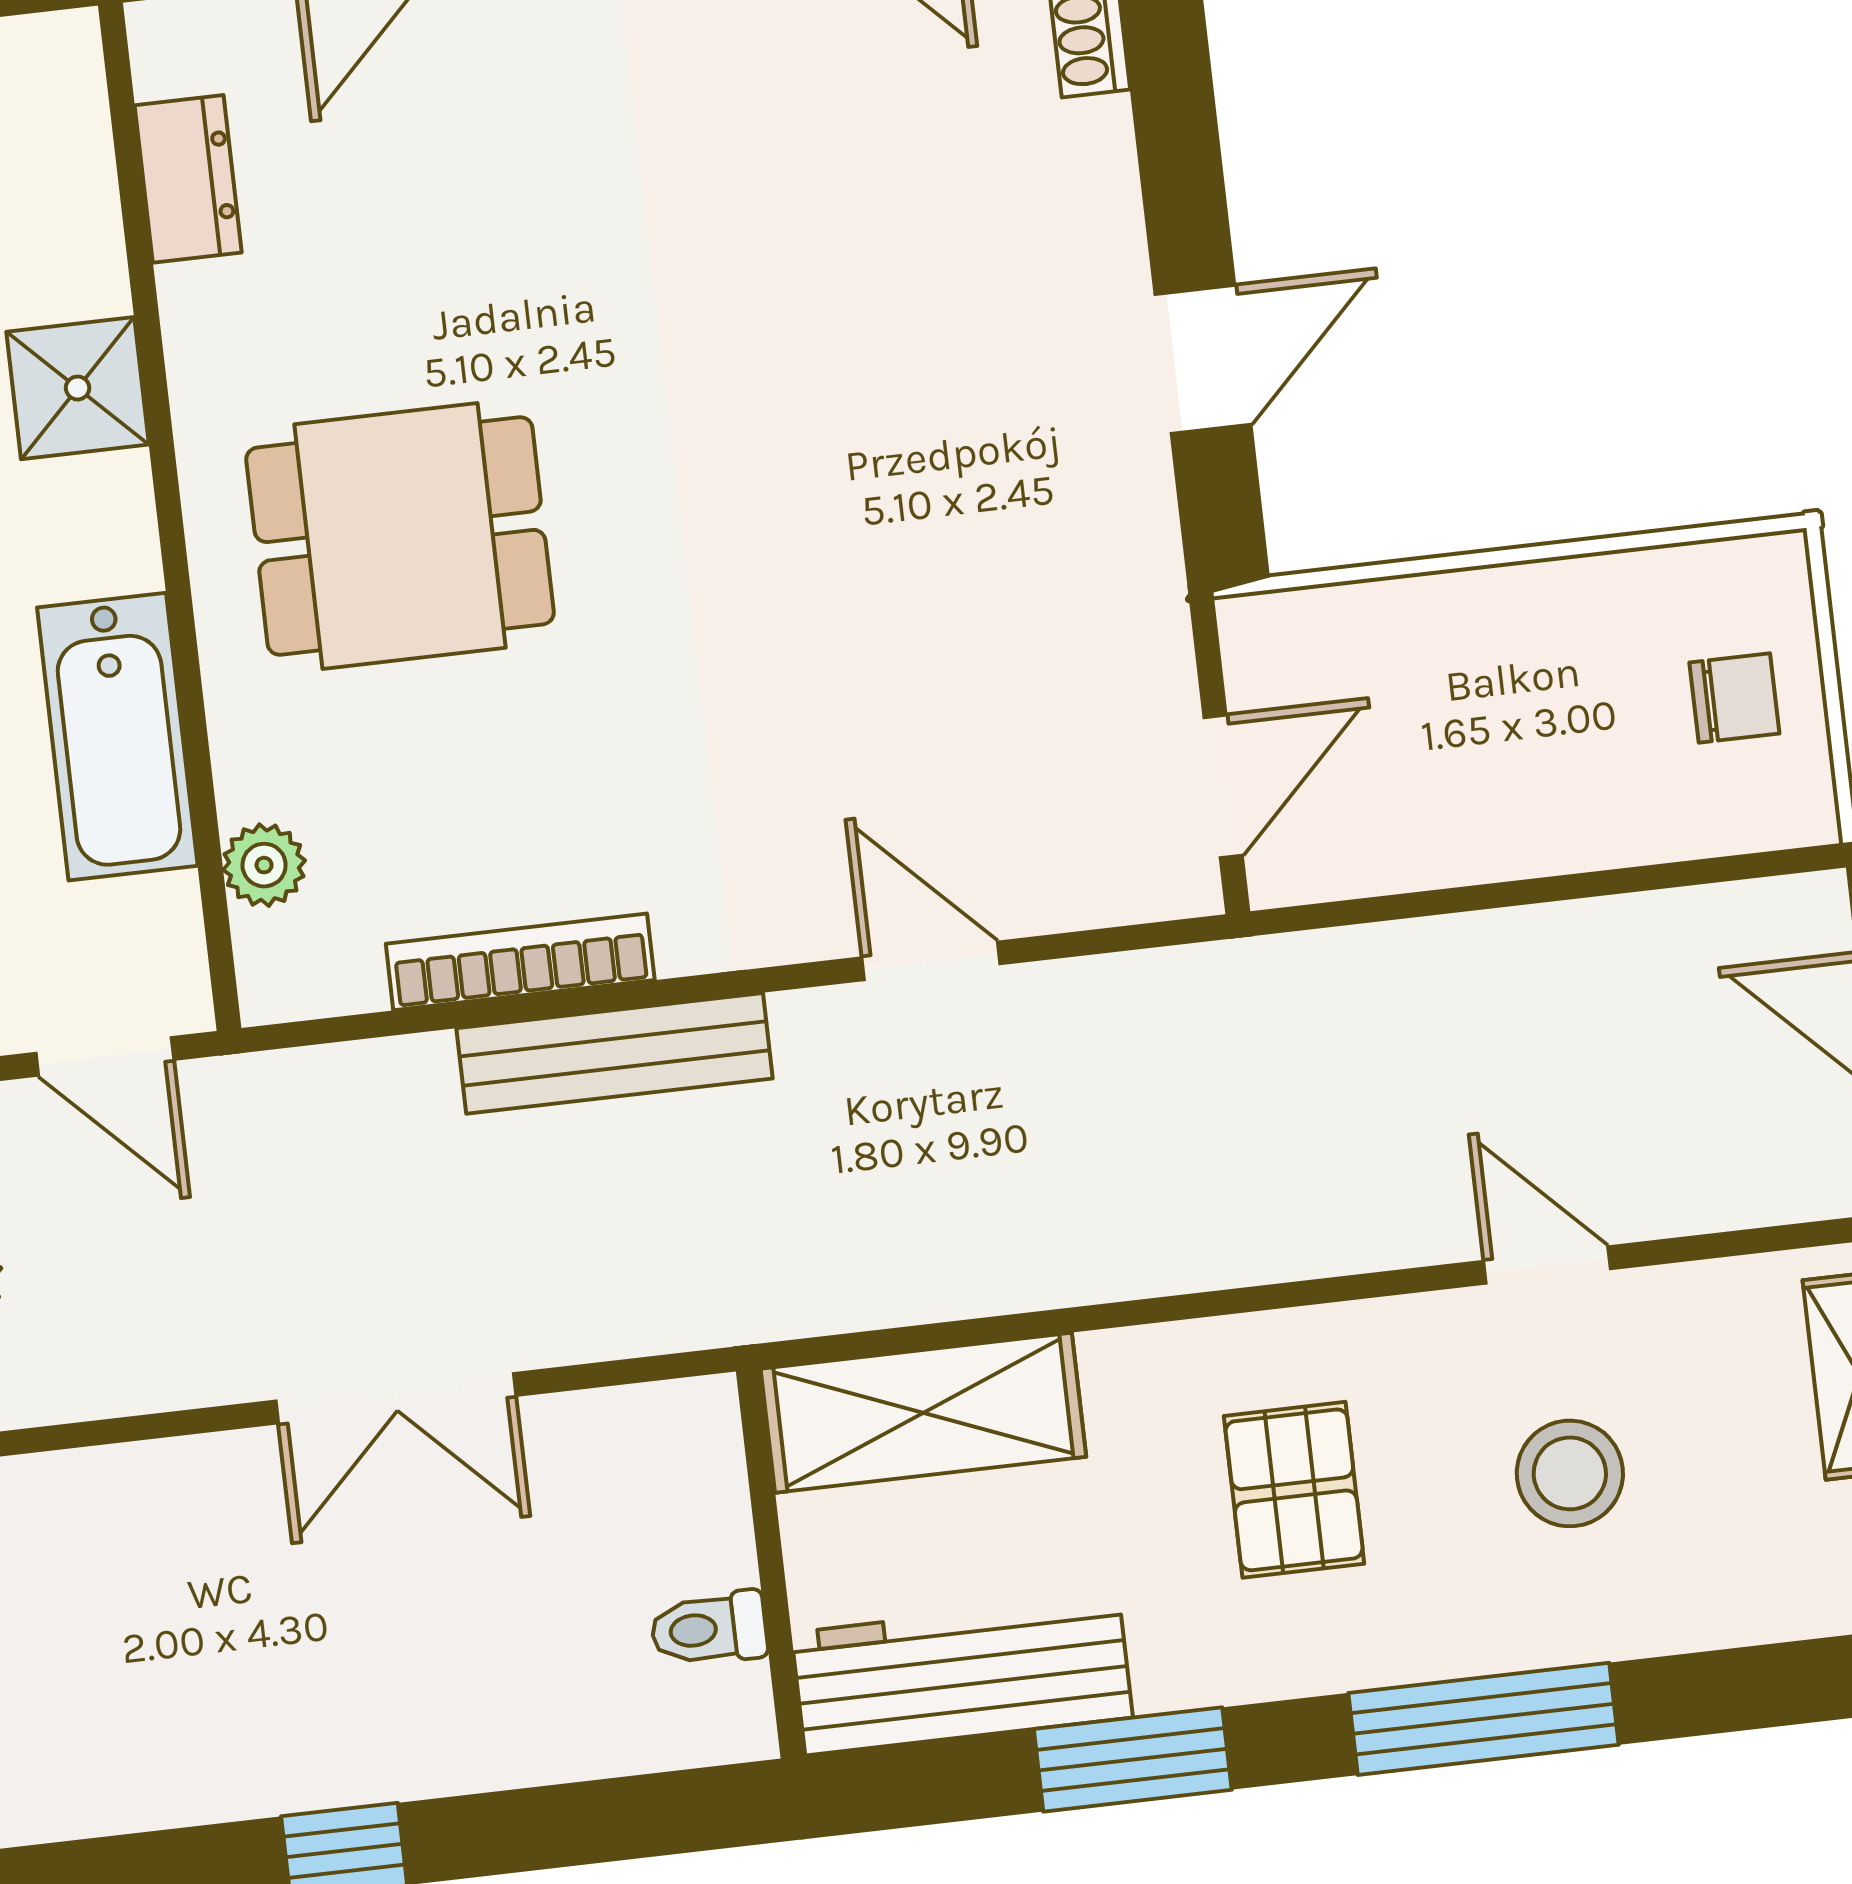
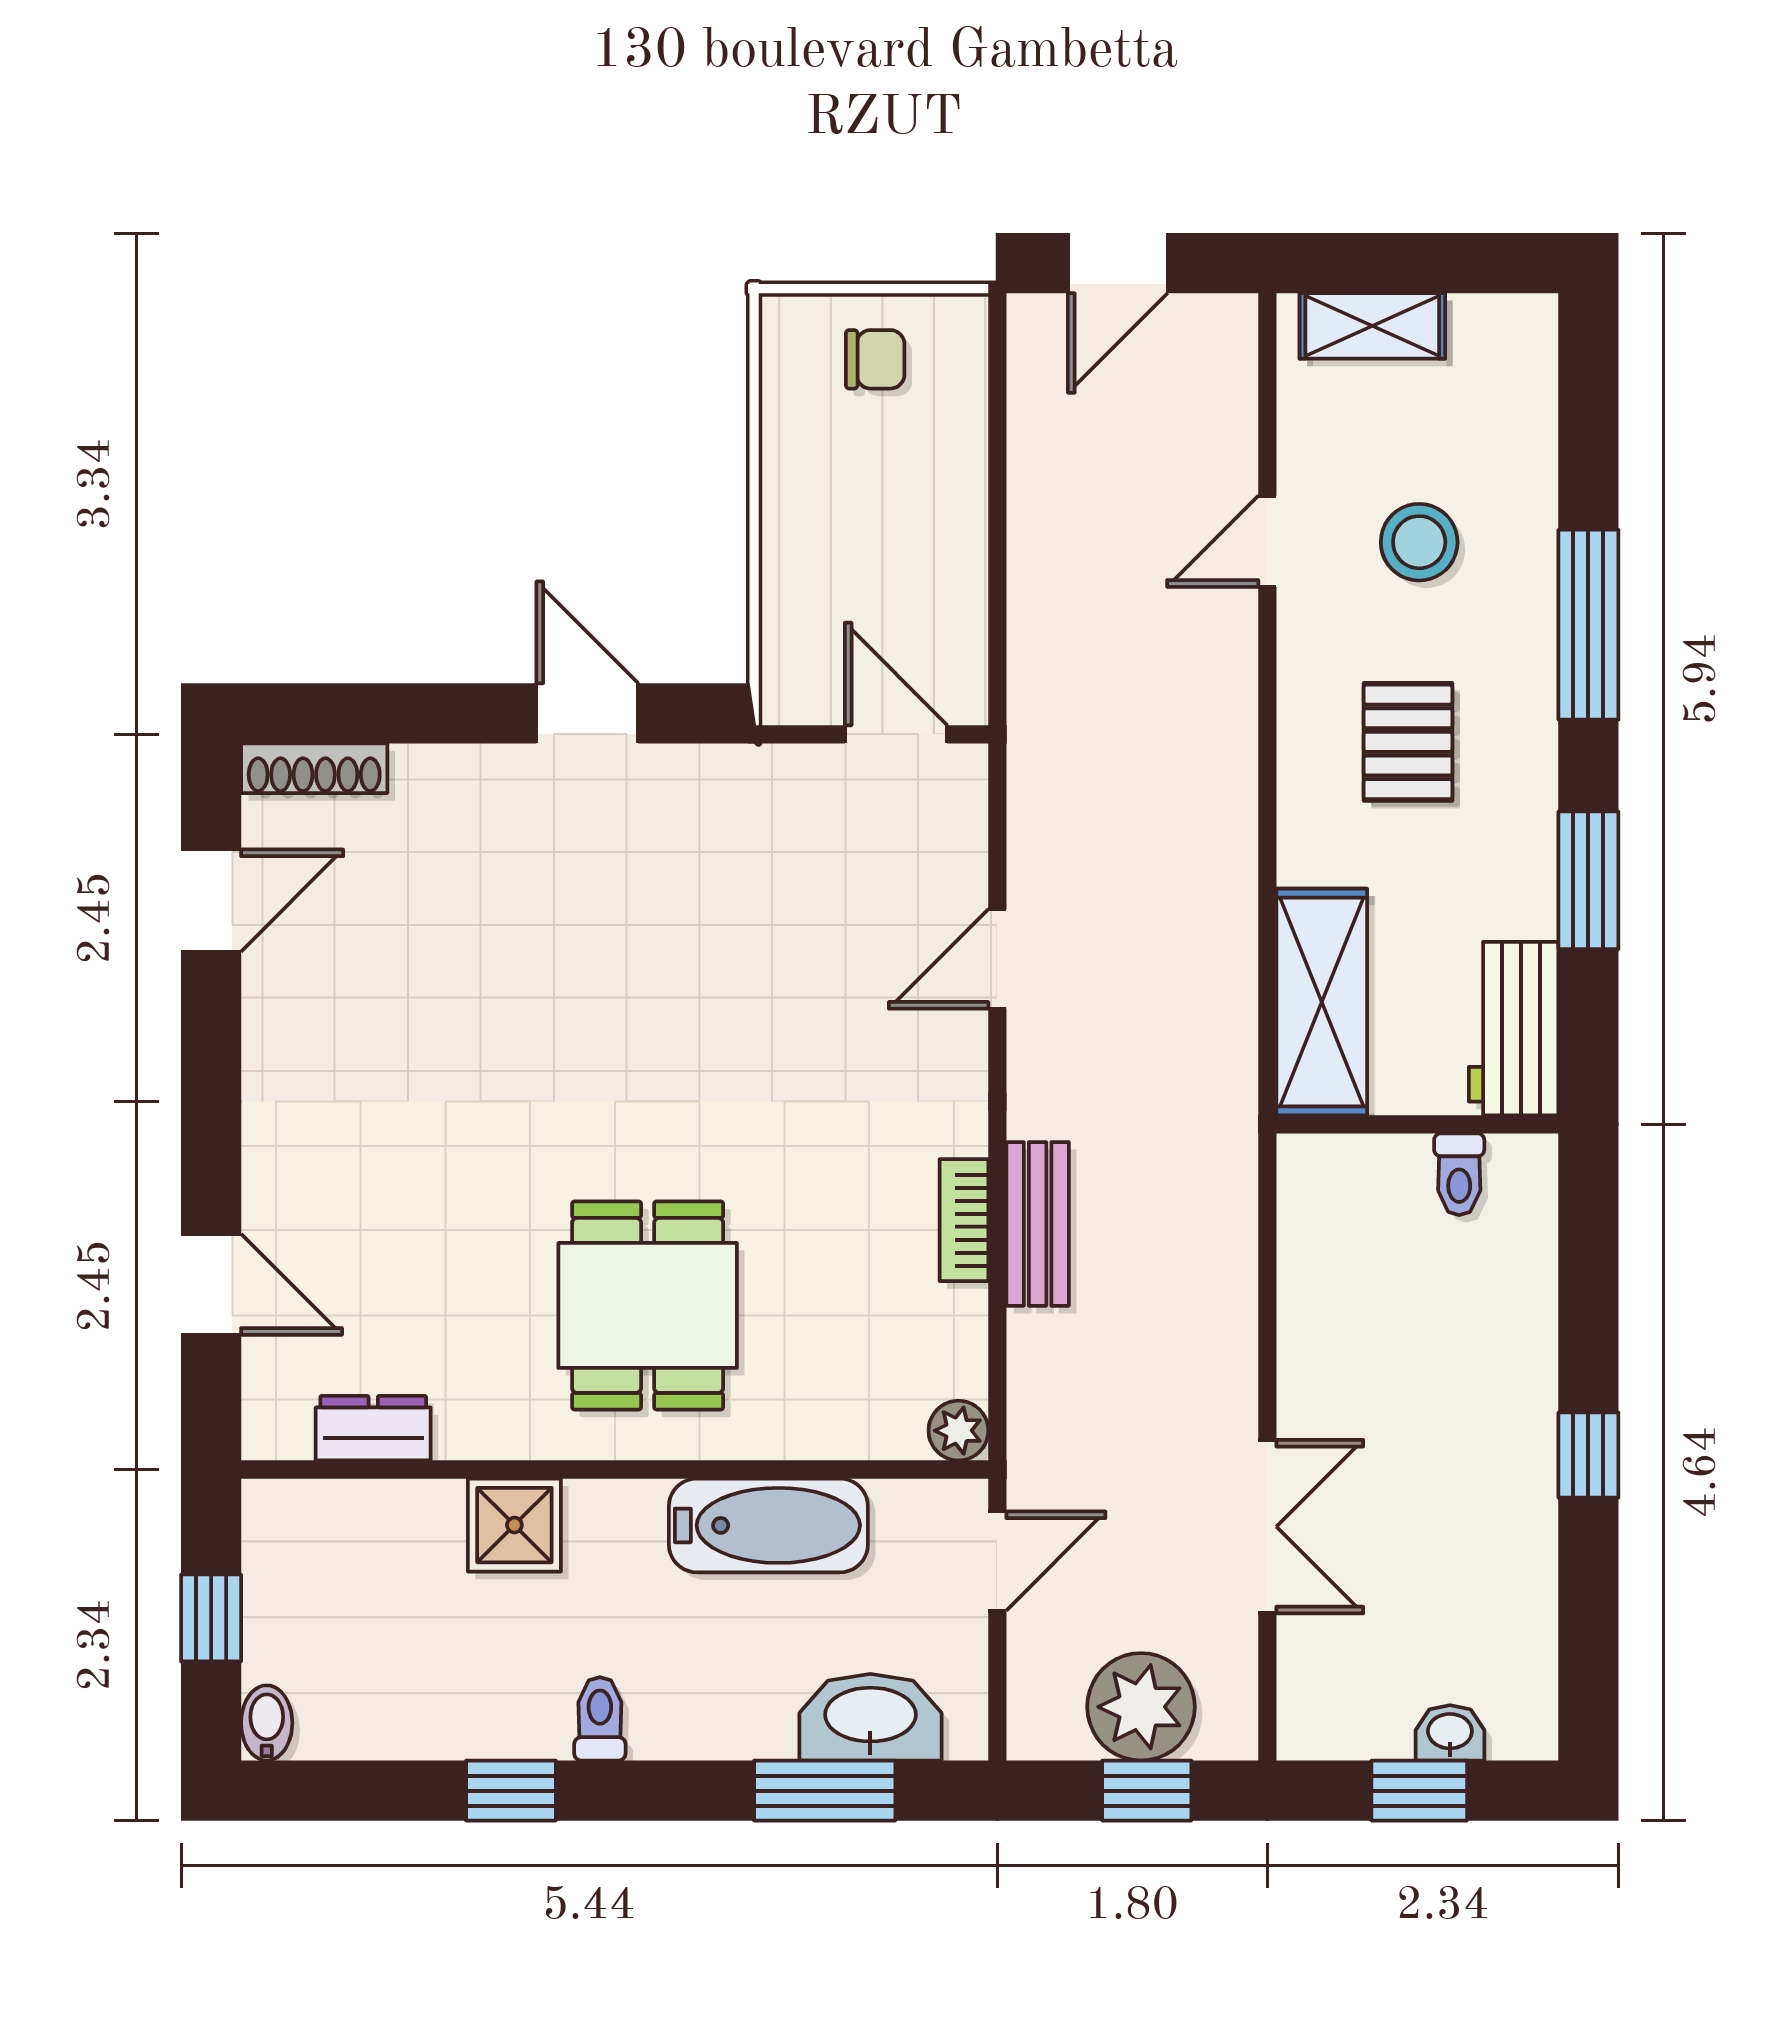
chair: (1734, 698) -> (875, 359), turned 90
plant: (264, 865) -> (958, 1431), moved
bookcase: (520, 962) -> (964, 1220), width x0.64
bench: (615, 1053) -> (1038, 1224), width x0.73
double door: (396, 1398) -> (1267, 1527), moved
pallet: (1294, 1490) -> (1408, 742), turned 90
workbench: (962, 1675) -> (1514, 1029), width x0.73

